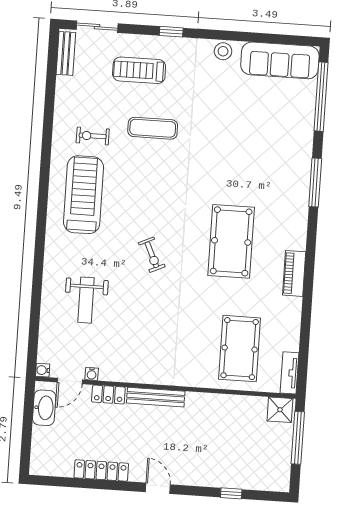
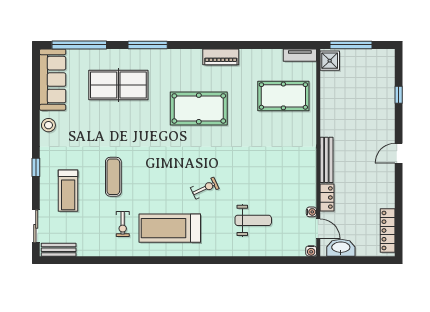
table tennis table: (268, 143) -> (118, 85), added
exercise bike: (152, 255) -> (205, 188), moved
locker: (101, 471) -> (388, 230), moved

